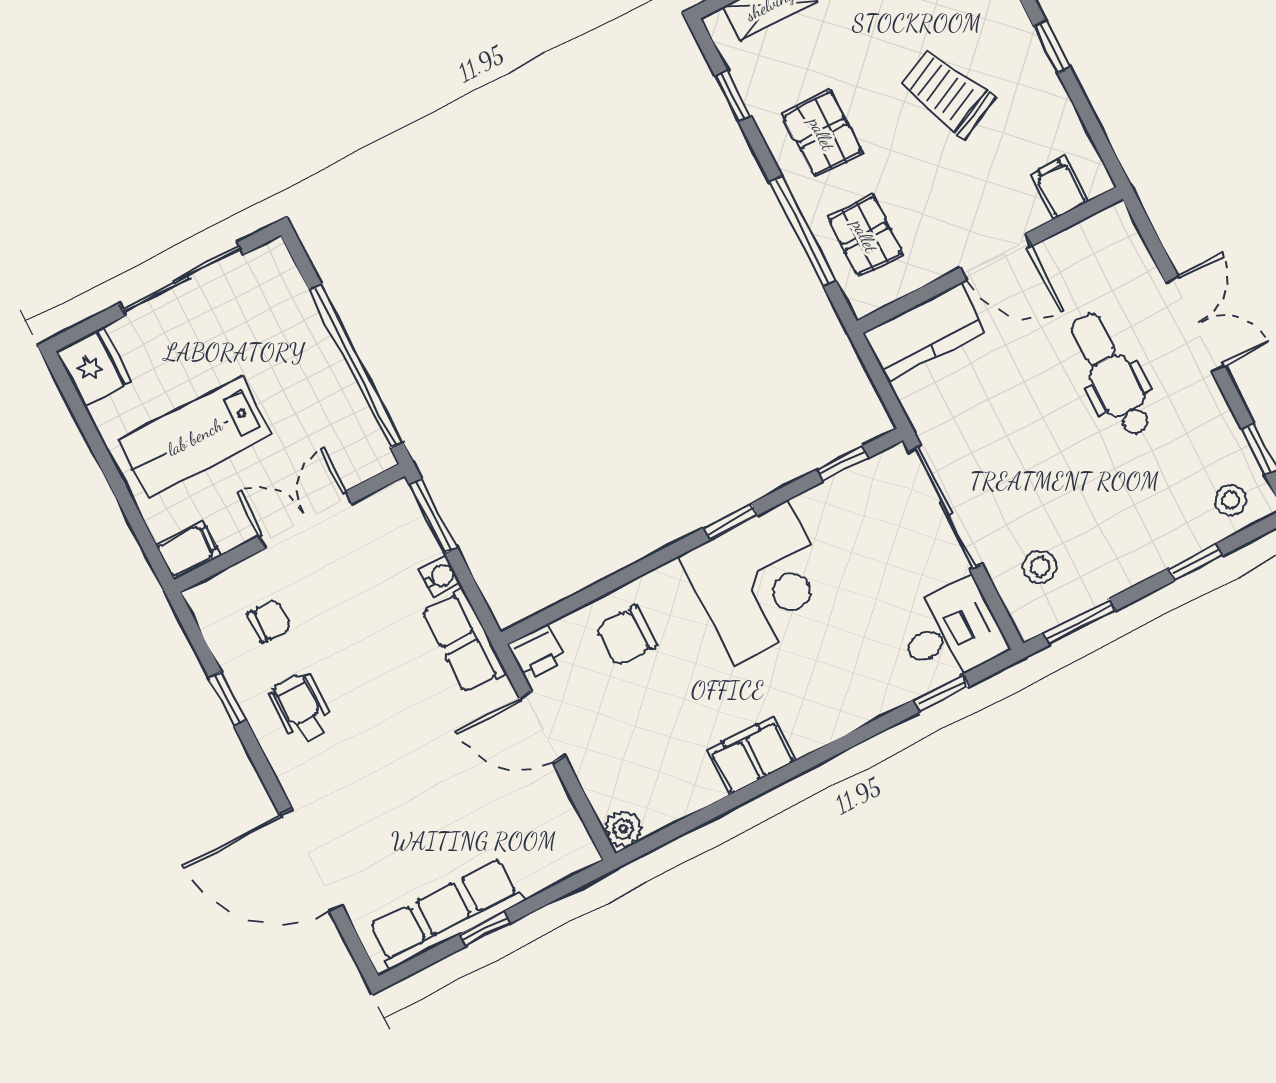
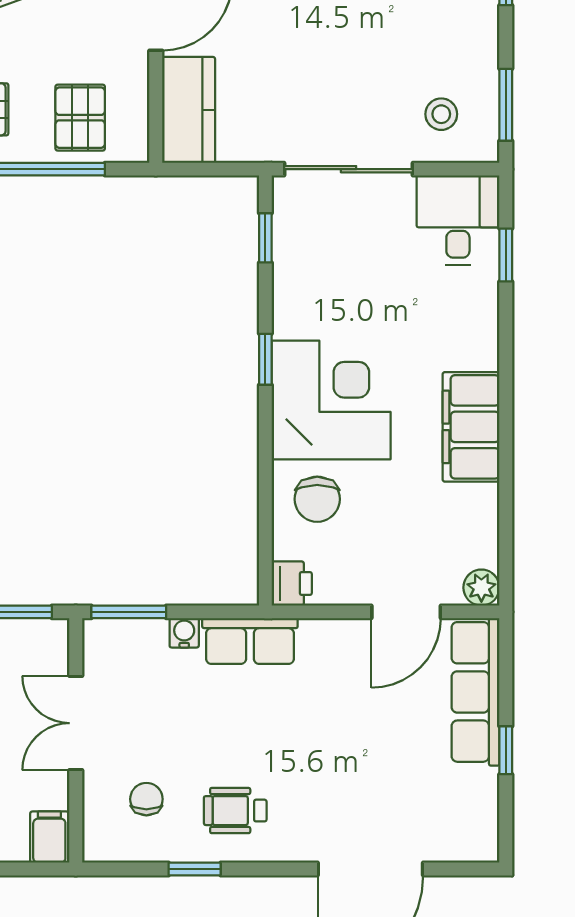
pallet: (865, 236) -> (80, 118), turned 90
corner desk: (761, 582) -> (331, 400), moved
door: (542, 727) -> (406, 612), moved
filing cabinet: (751, 755) -> (471, 427), width x1.50, depth x1.17
row of seats: (446, 914) -> (476, 692), moved

